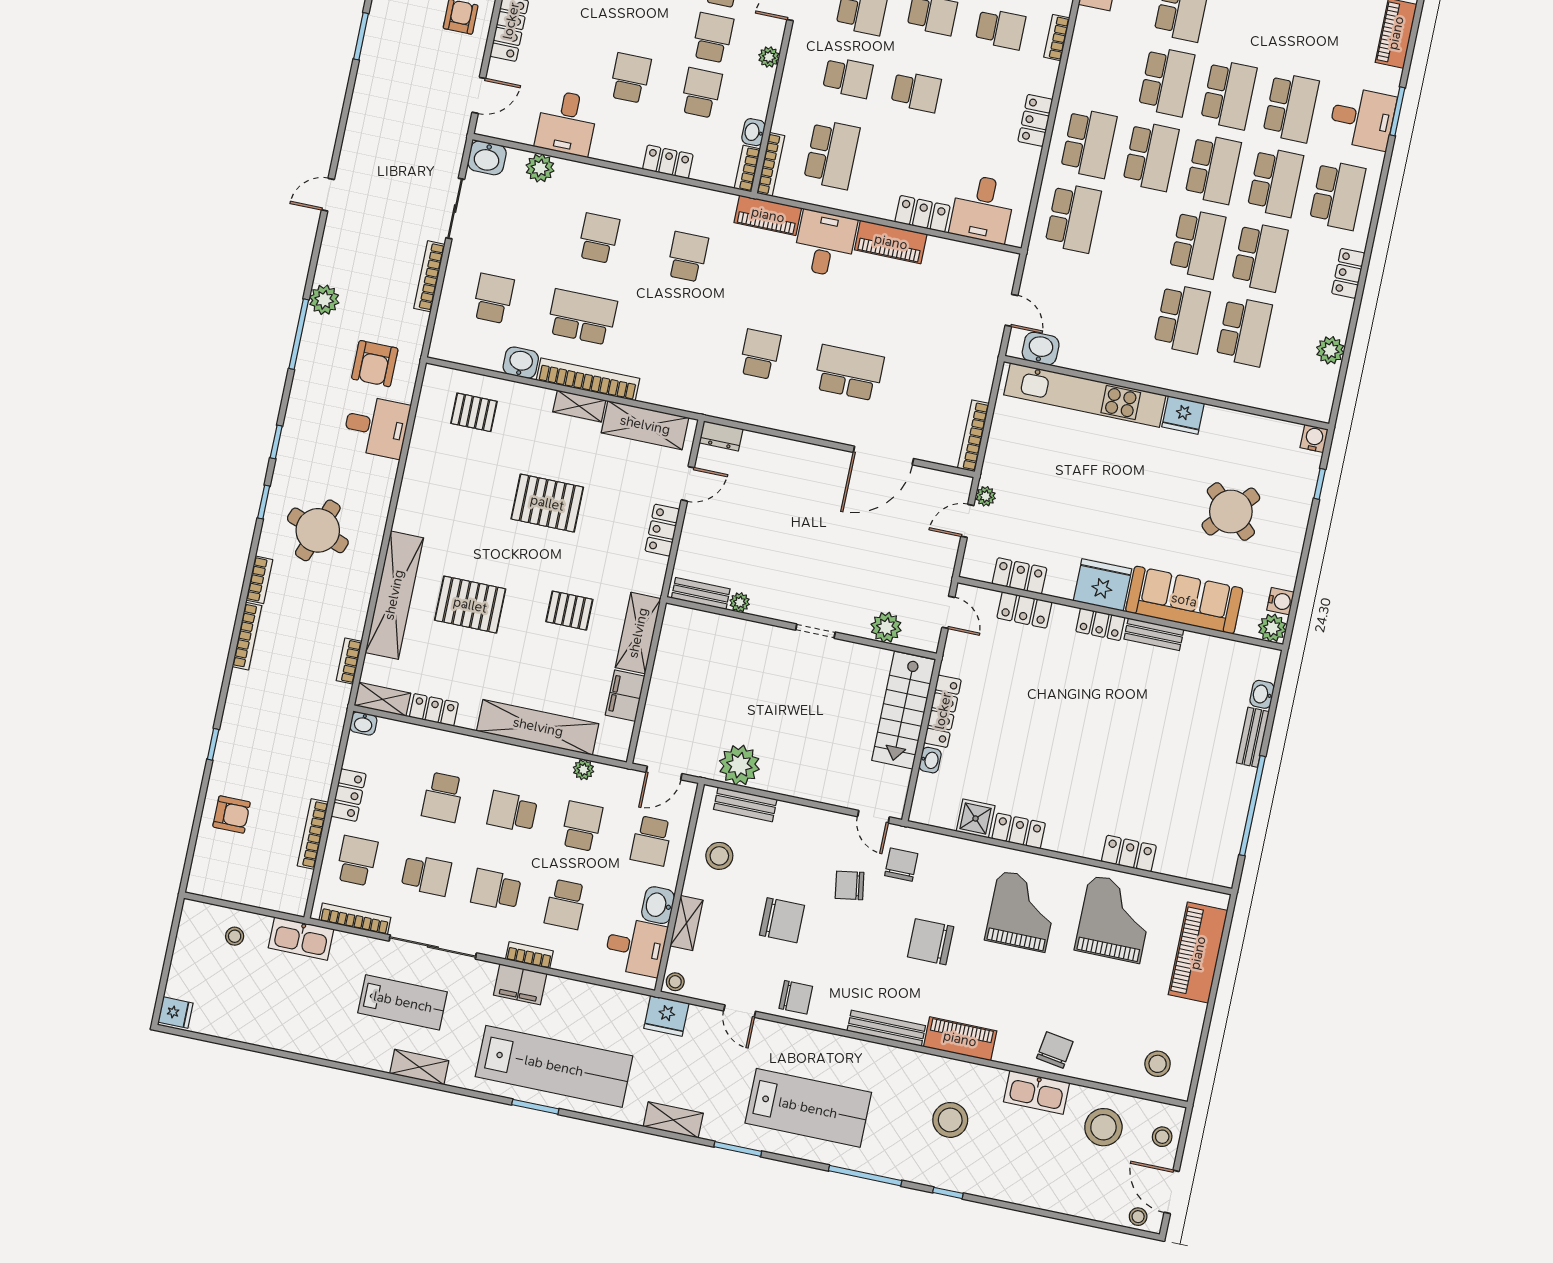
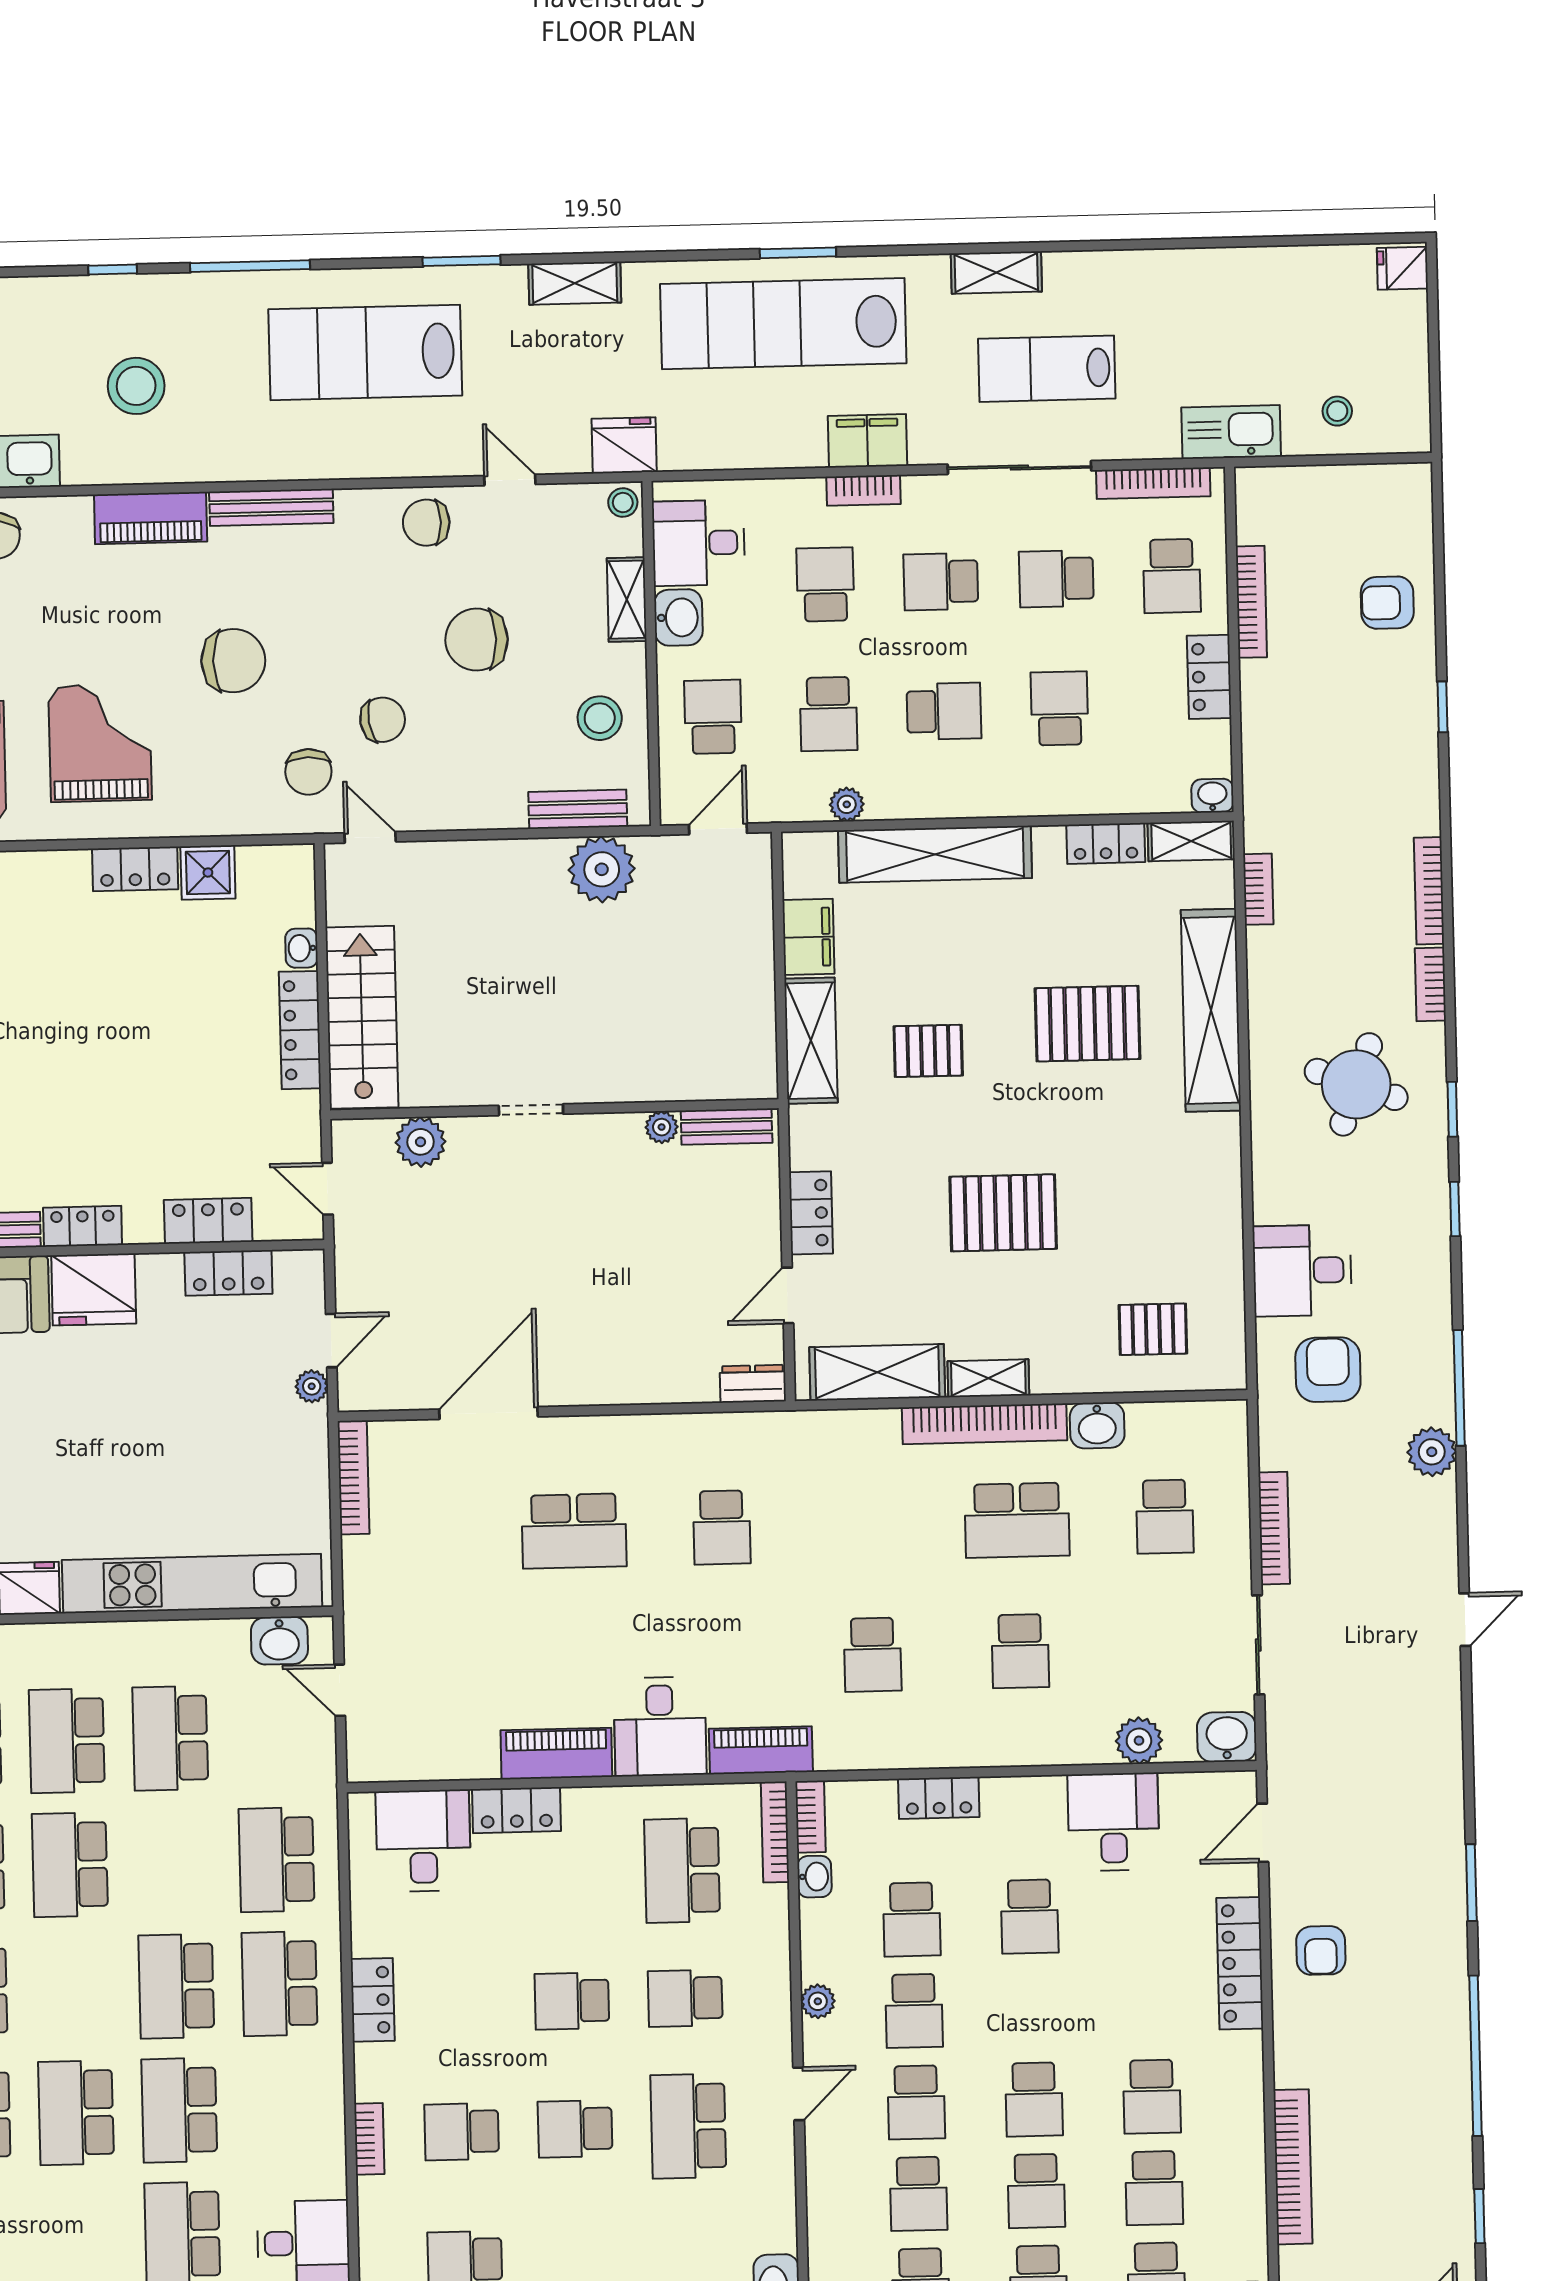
school desk: (1213, 169) -> (170, 1738), moved
school desk: (496, 890) -> (941, 582), turned 180
grand piano: (1022, 911) -> (100, 743), turned 180

